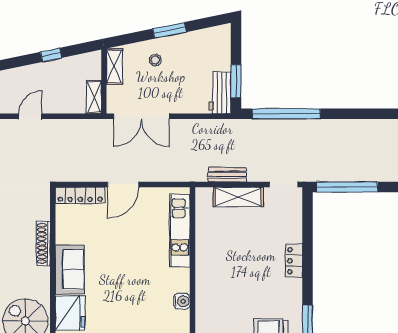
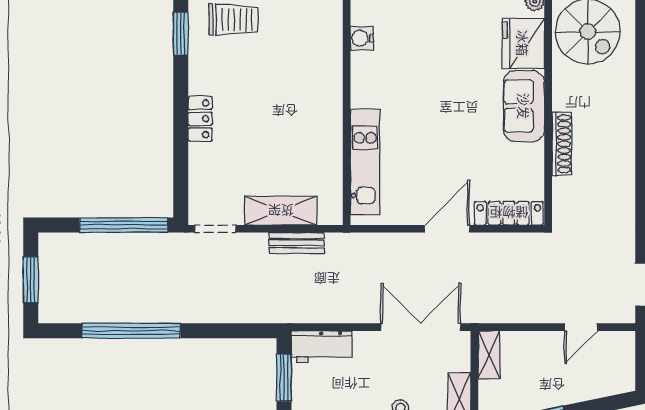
workbench: (220, 93) -> (322, 346), moved, turned 90
window: (286, 114) -> (131, 331), moved
water cooler: (182, 301) -> (362, 38), moved

